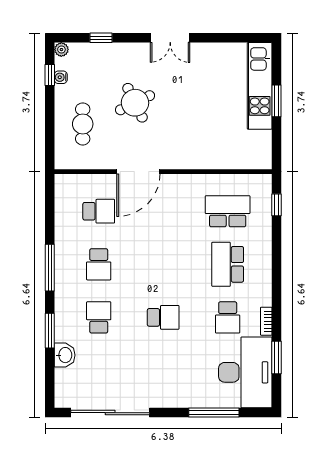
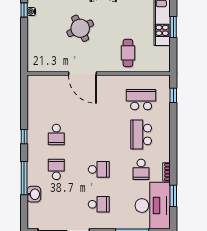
cafe table: (83, 124) -> (128, 53), moved
door: (138, 172) -> (82, 74), hinge flipped
school desk: (99, 211) -> (99, 204), moved
window: (50, 268) -> (24, 137), width x0.46
window: (50, 331) -> (24, 178), width x1.44

